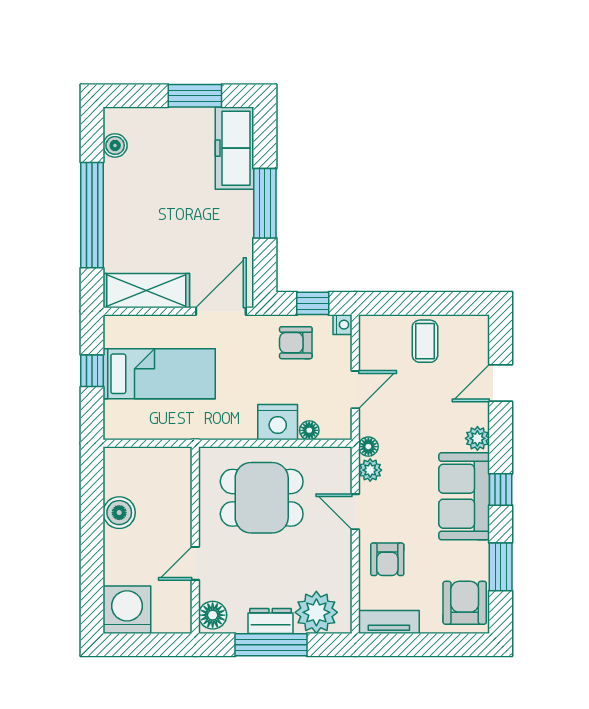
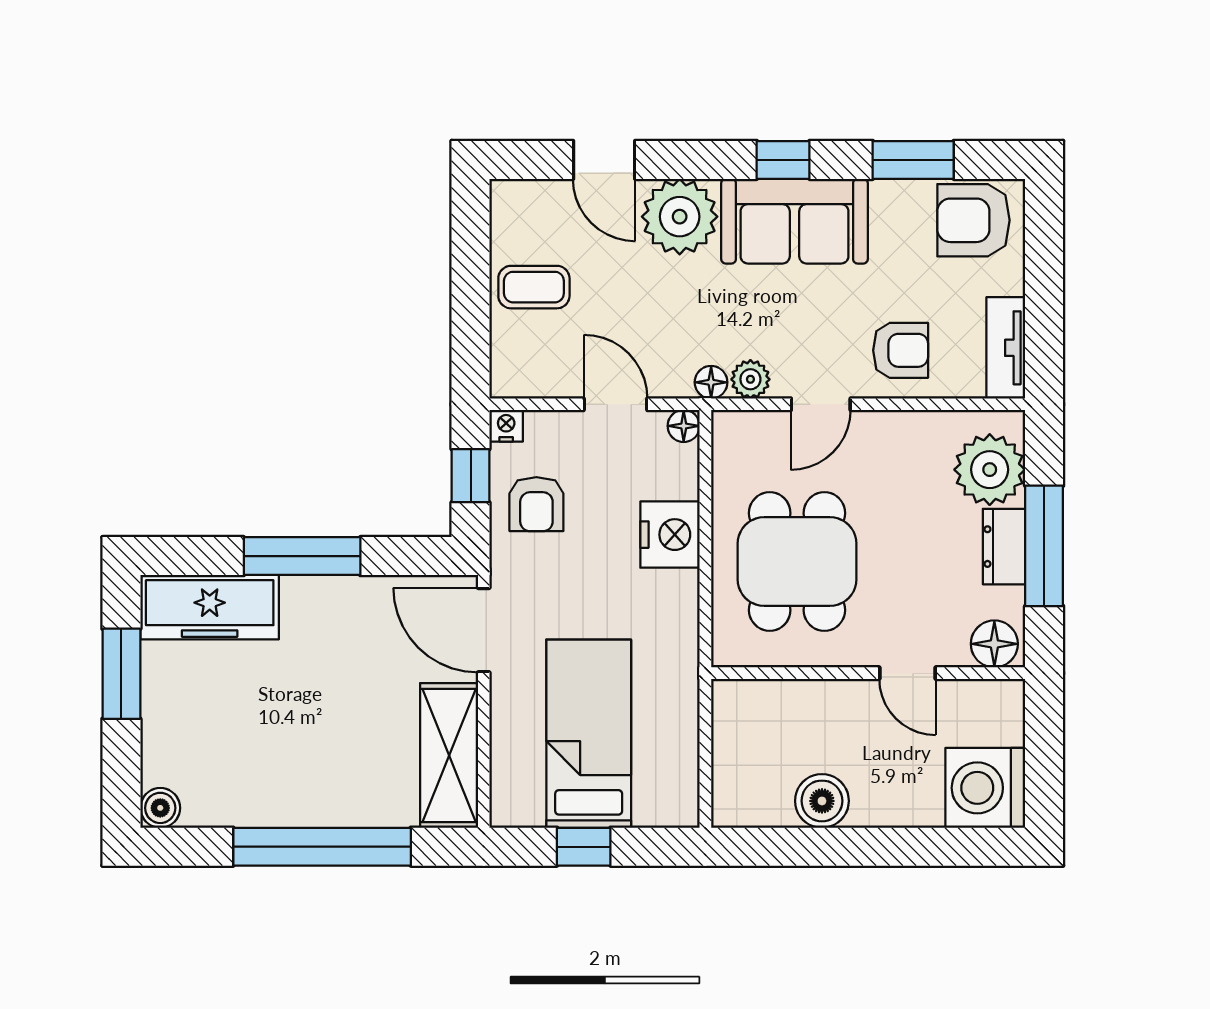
boiler: (115, 145) -> (160, 808), moved
floor lamp: (309, 430) -> (684, 426), moved
plant: (477, 438) -> (680, 217), width x1.87, depth x1.87

